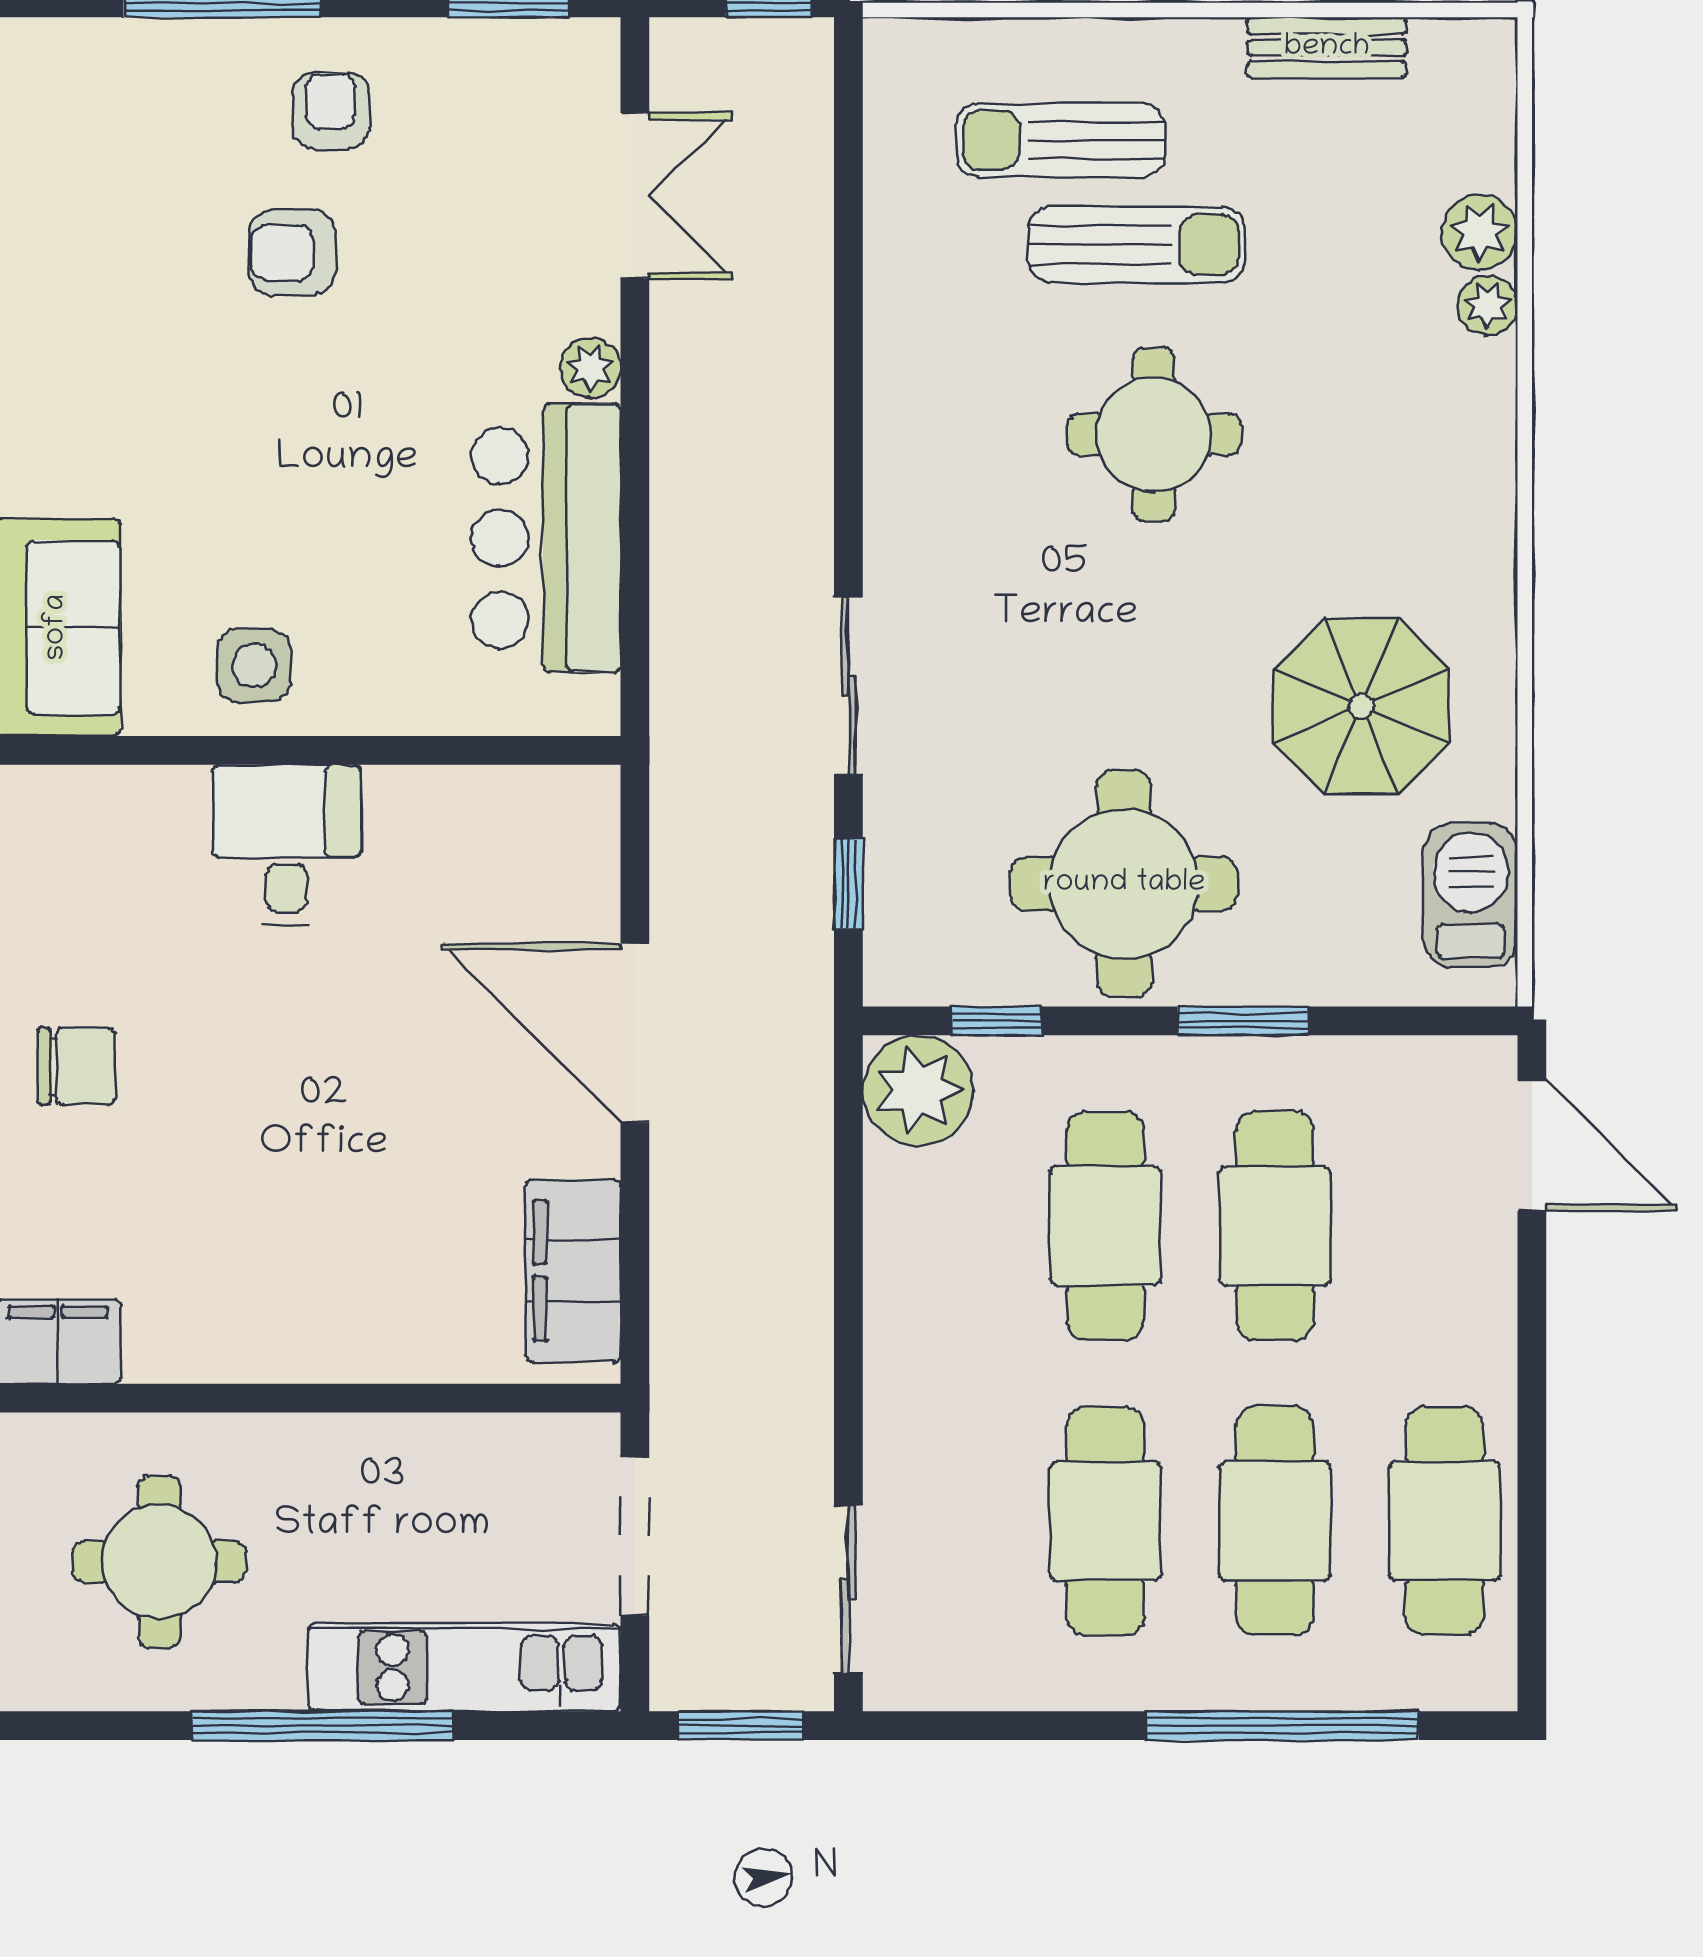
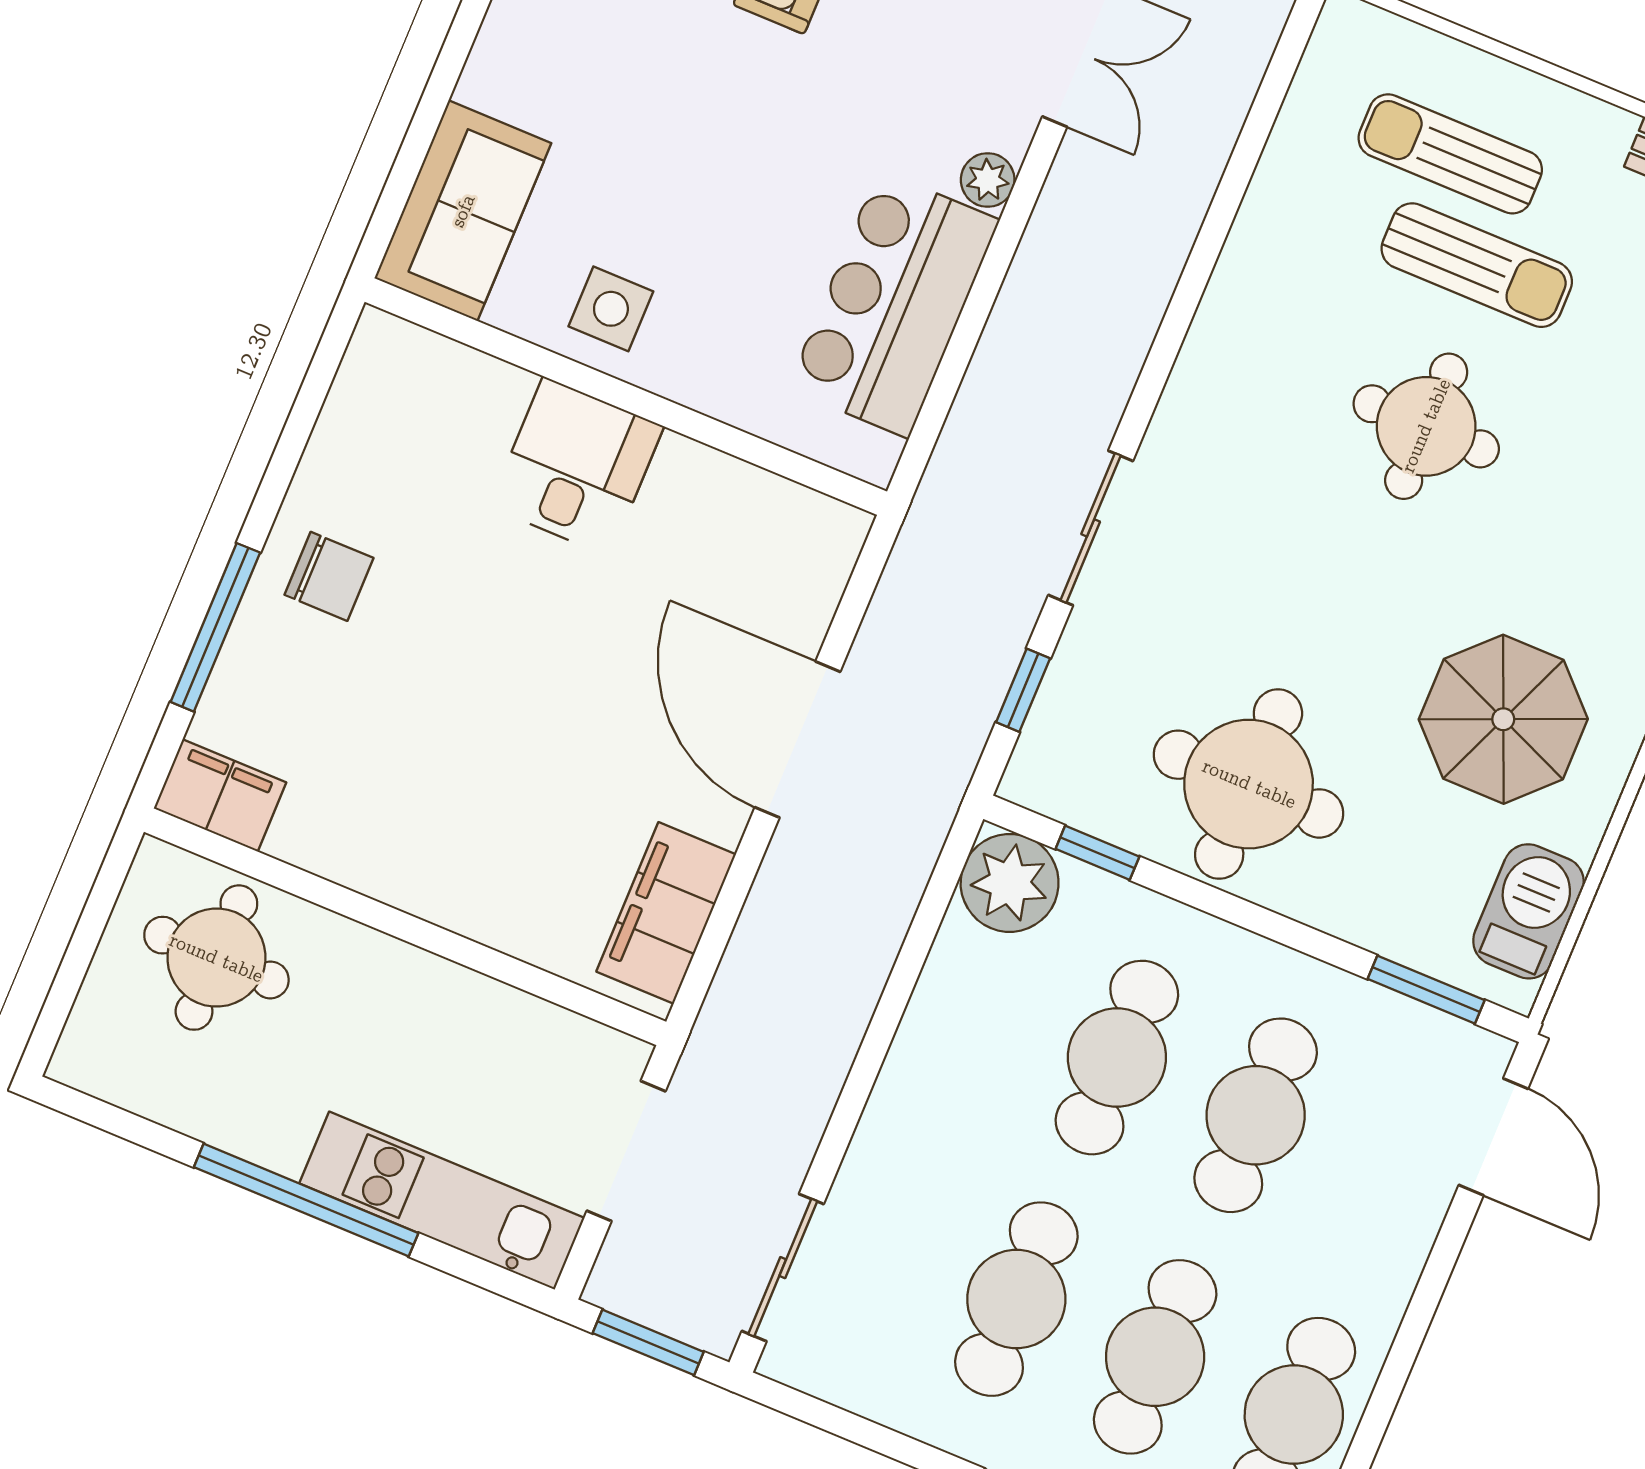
window: (1243, 1021) -> (1426, 990), moved
round table: (159, 1562) -> (216, 958), moved

